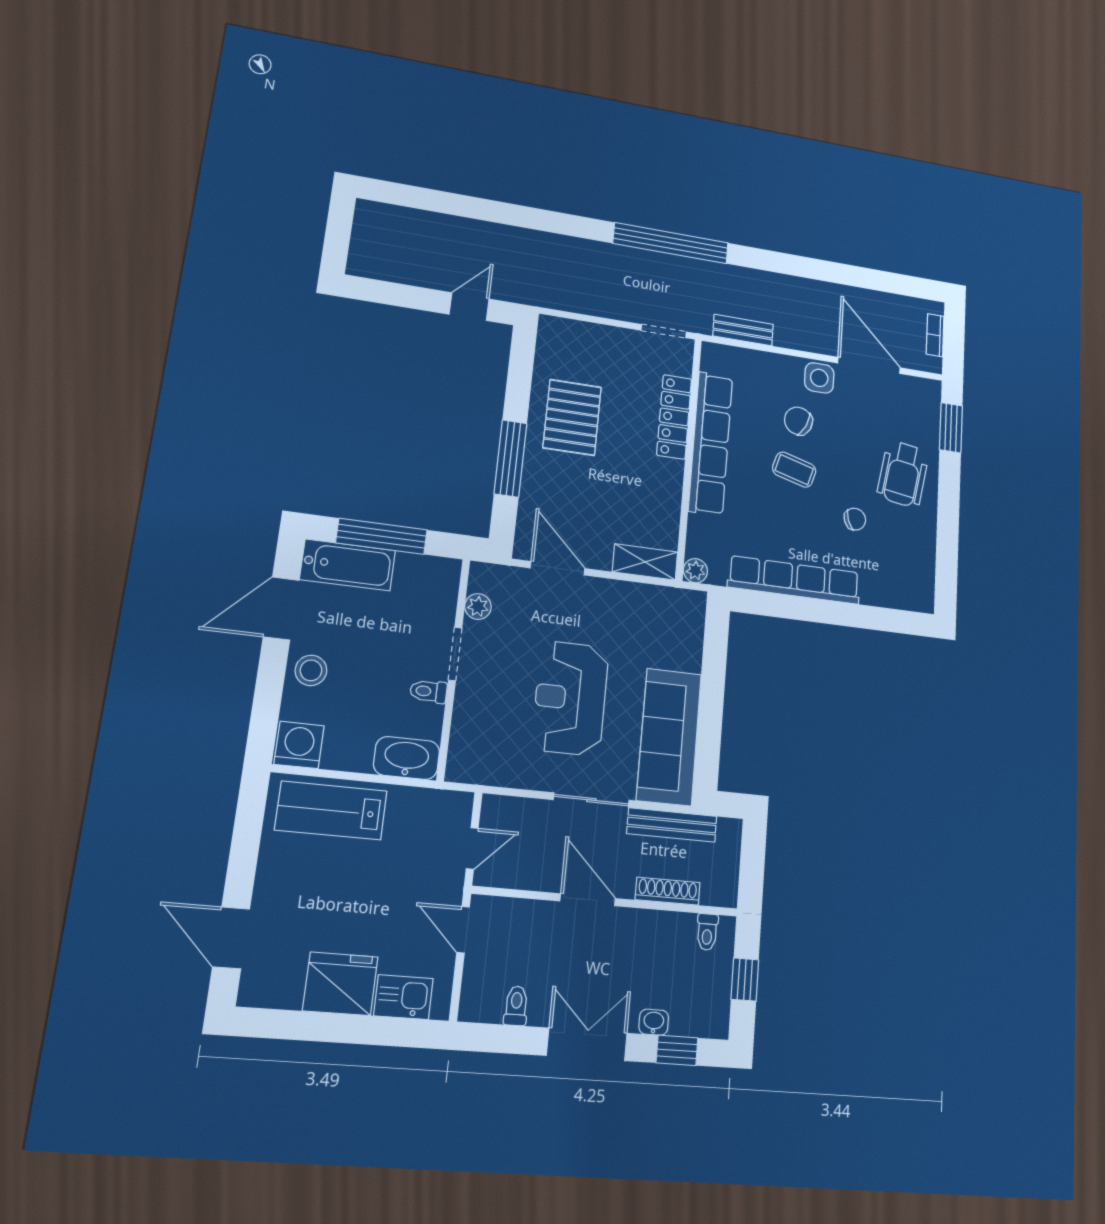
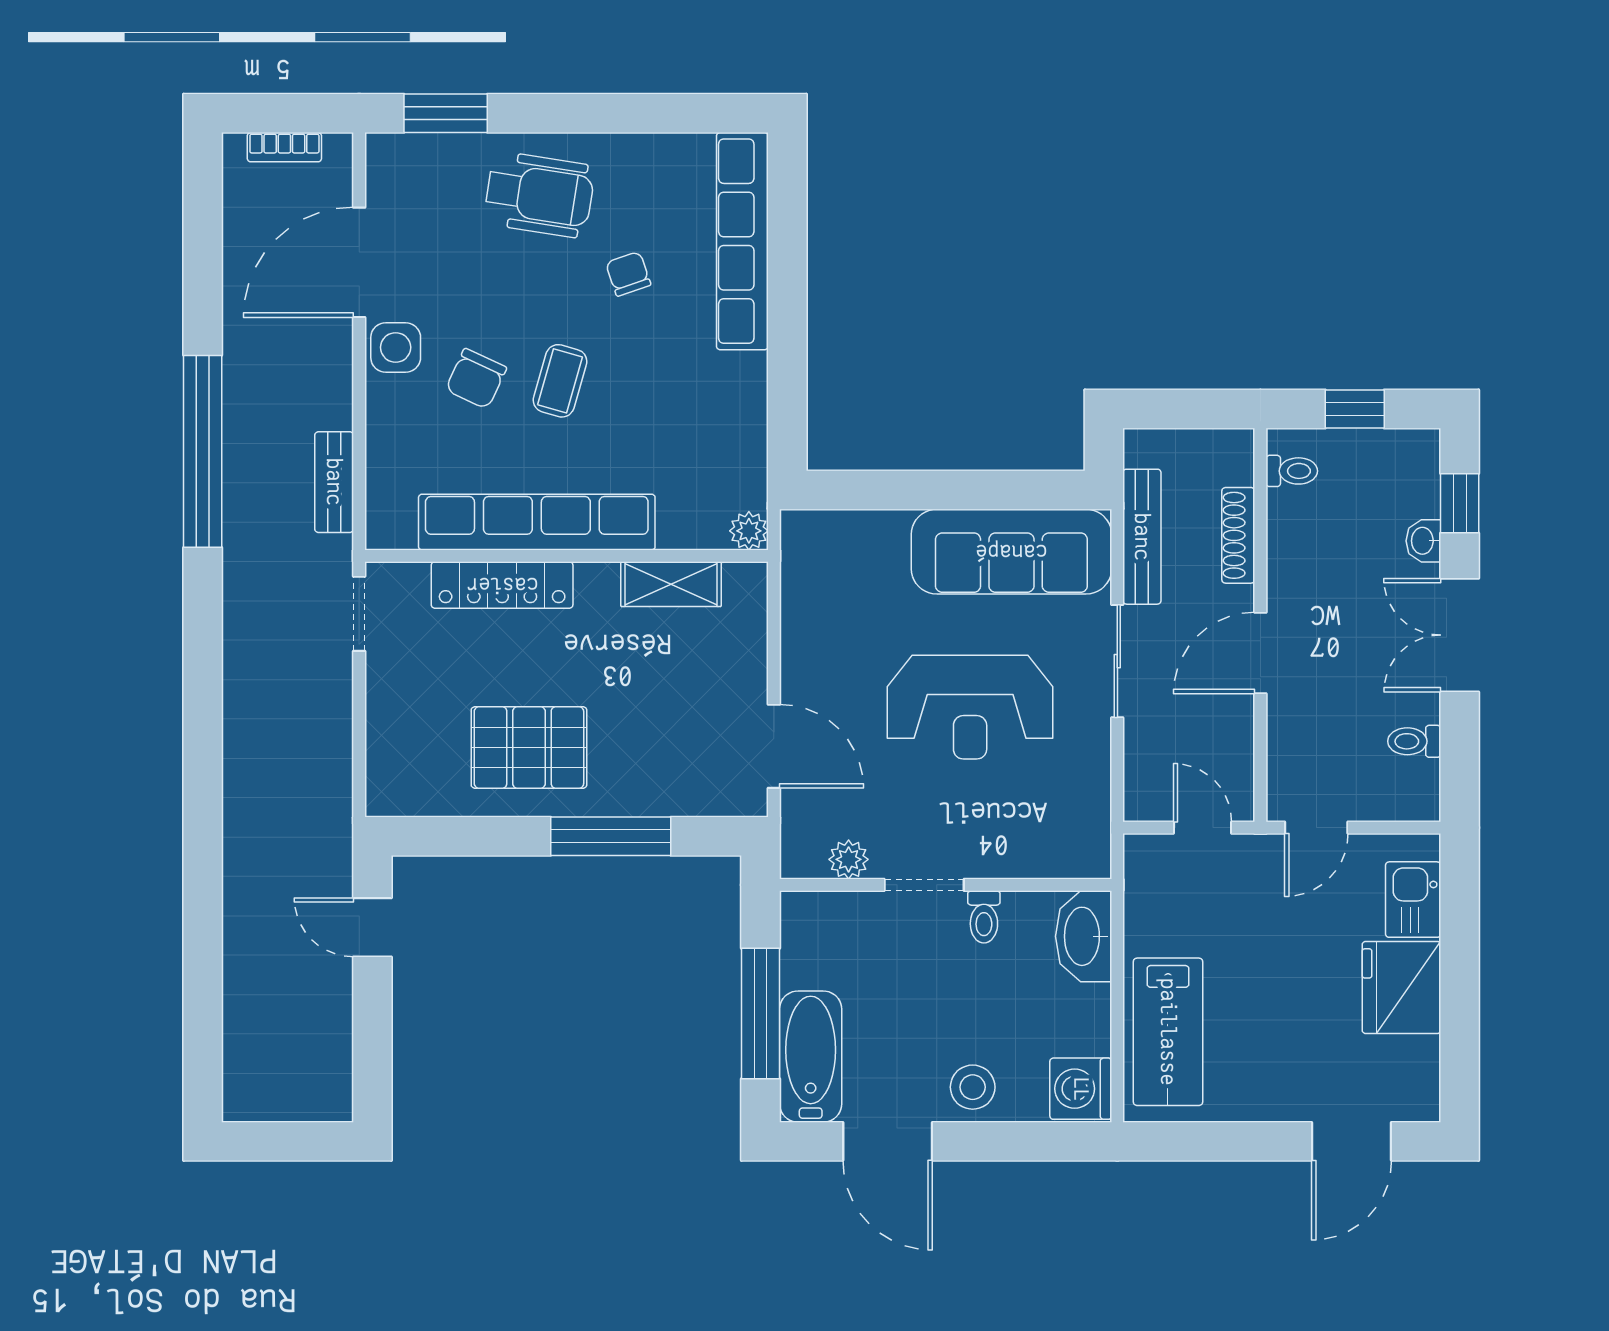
window: (671, 243) -> (203, 451), moved
shelving: (645, 562) -> (671, 584), moved, turned 90
door: (558, 568) -> (774, 746), swing flipped
row of seats: (794, 580) -> (742, 241), moved

